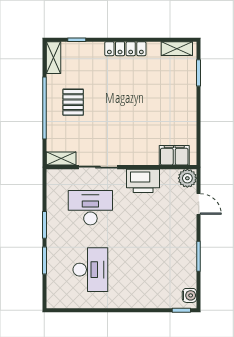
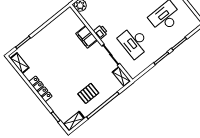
filing cabinet: (174, 155) -> (87, 37), moved
printer: (143, 181) -> (101, 32), width x0.53, depth x0.68

